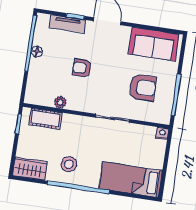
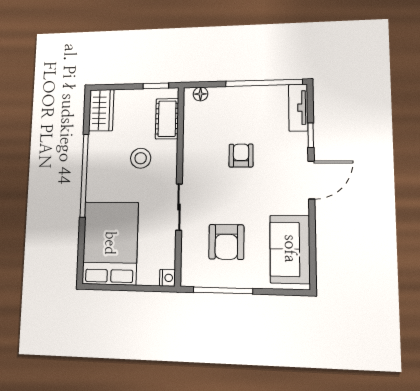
tv unit: (68, 24) -> (298, 108), moved
floor lamp: (37, 51) -> (201, 94), moved
plant: (60, 102) -> (191, 135), removed
stool: (69, 164) -> (141, 158), moved
bed: (131, 180) -> (110, 243), width x1.50

